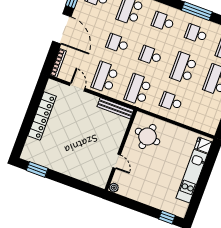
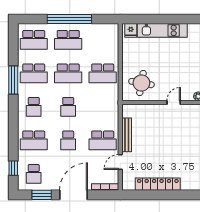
school desk: (196, 34) -> (34, 73), width x1.85
school desk: (138, 90) -> (103, 107), removed
school desk: (171, 102) -> (103, 73), width x1.85
bench: (115, 108) -> (127, 135), moved

